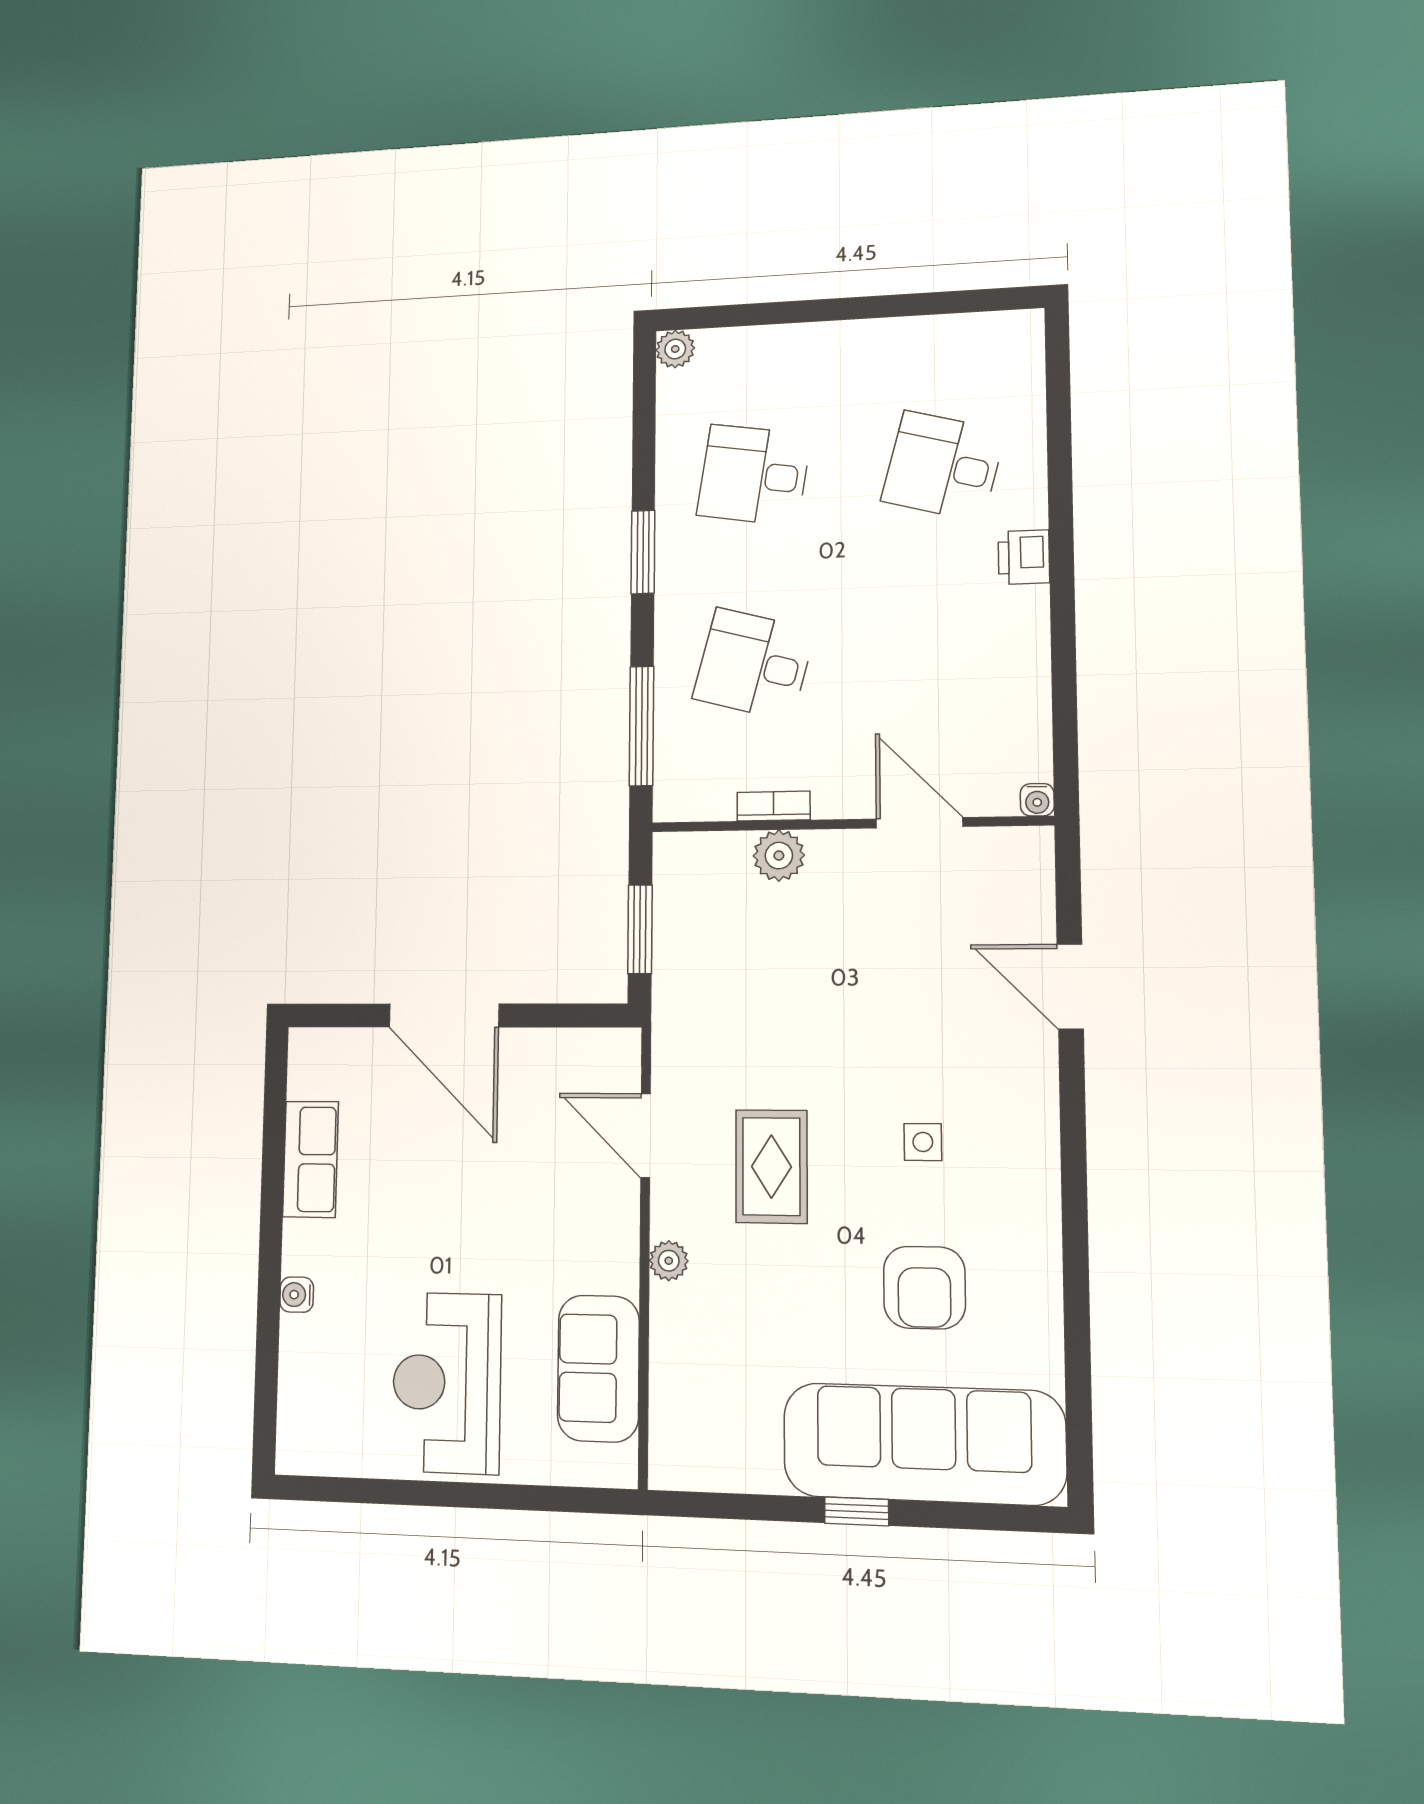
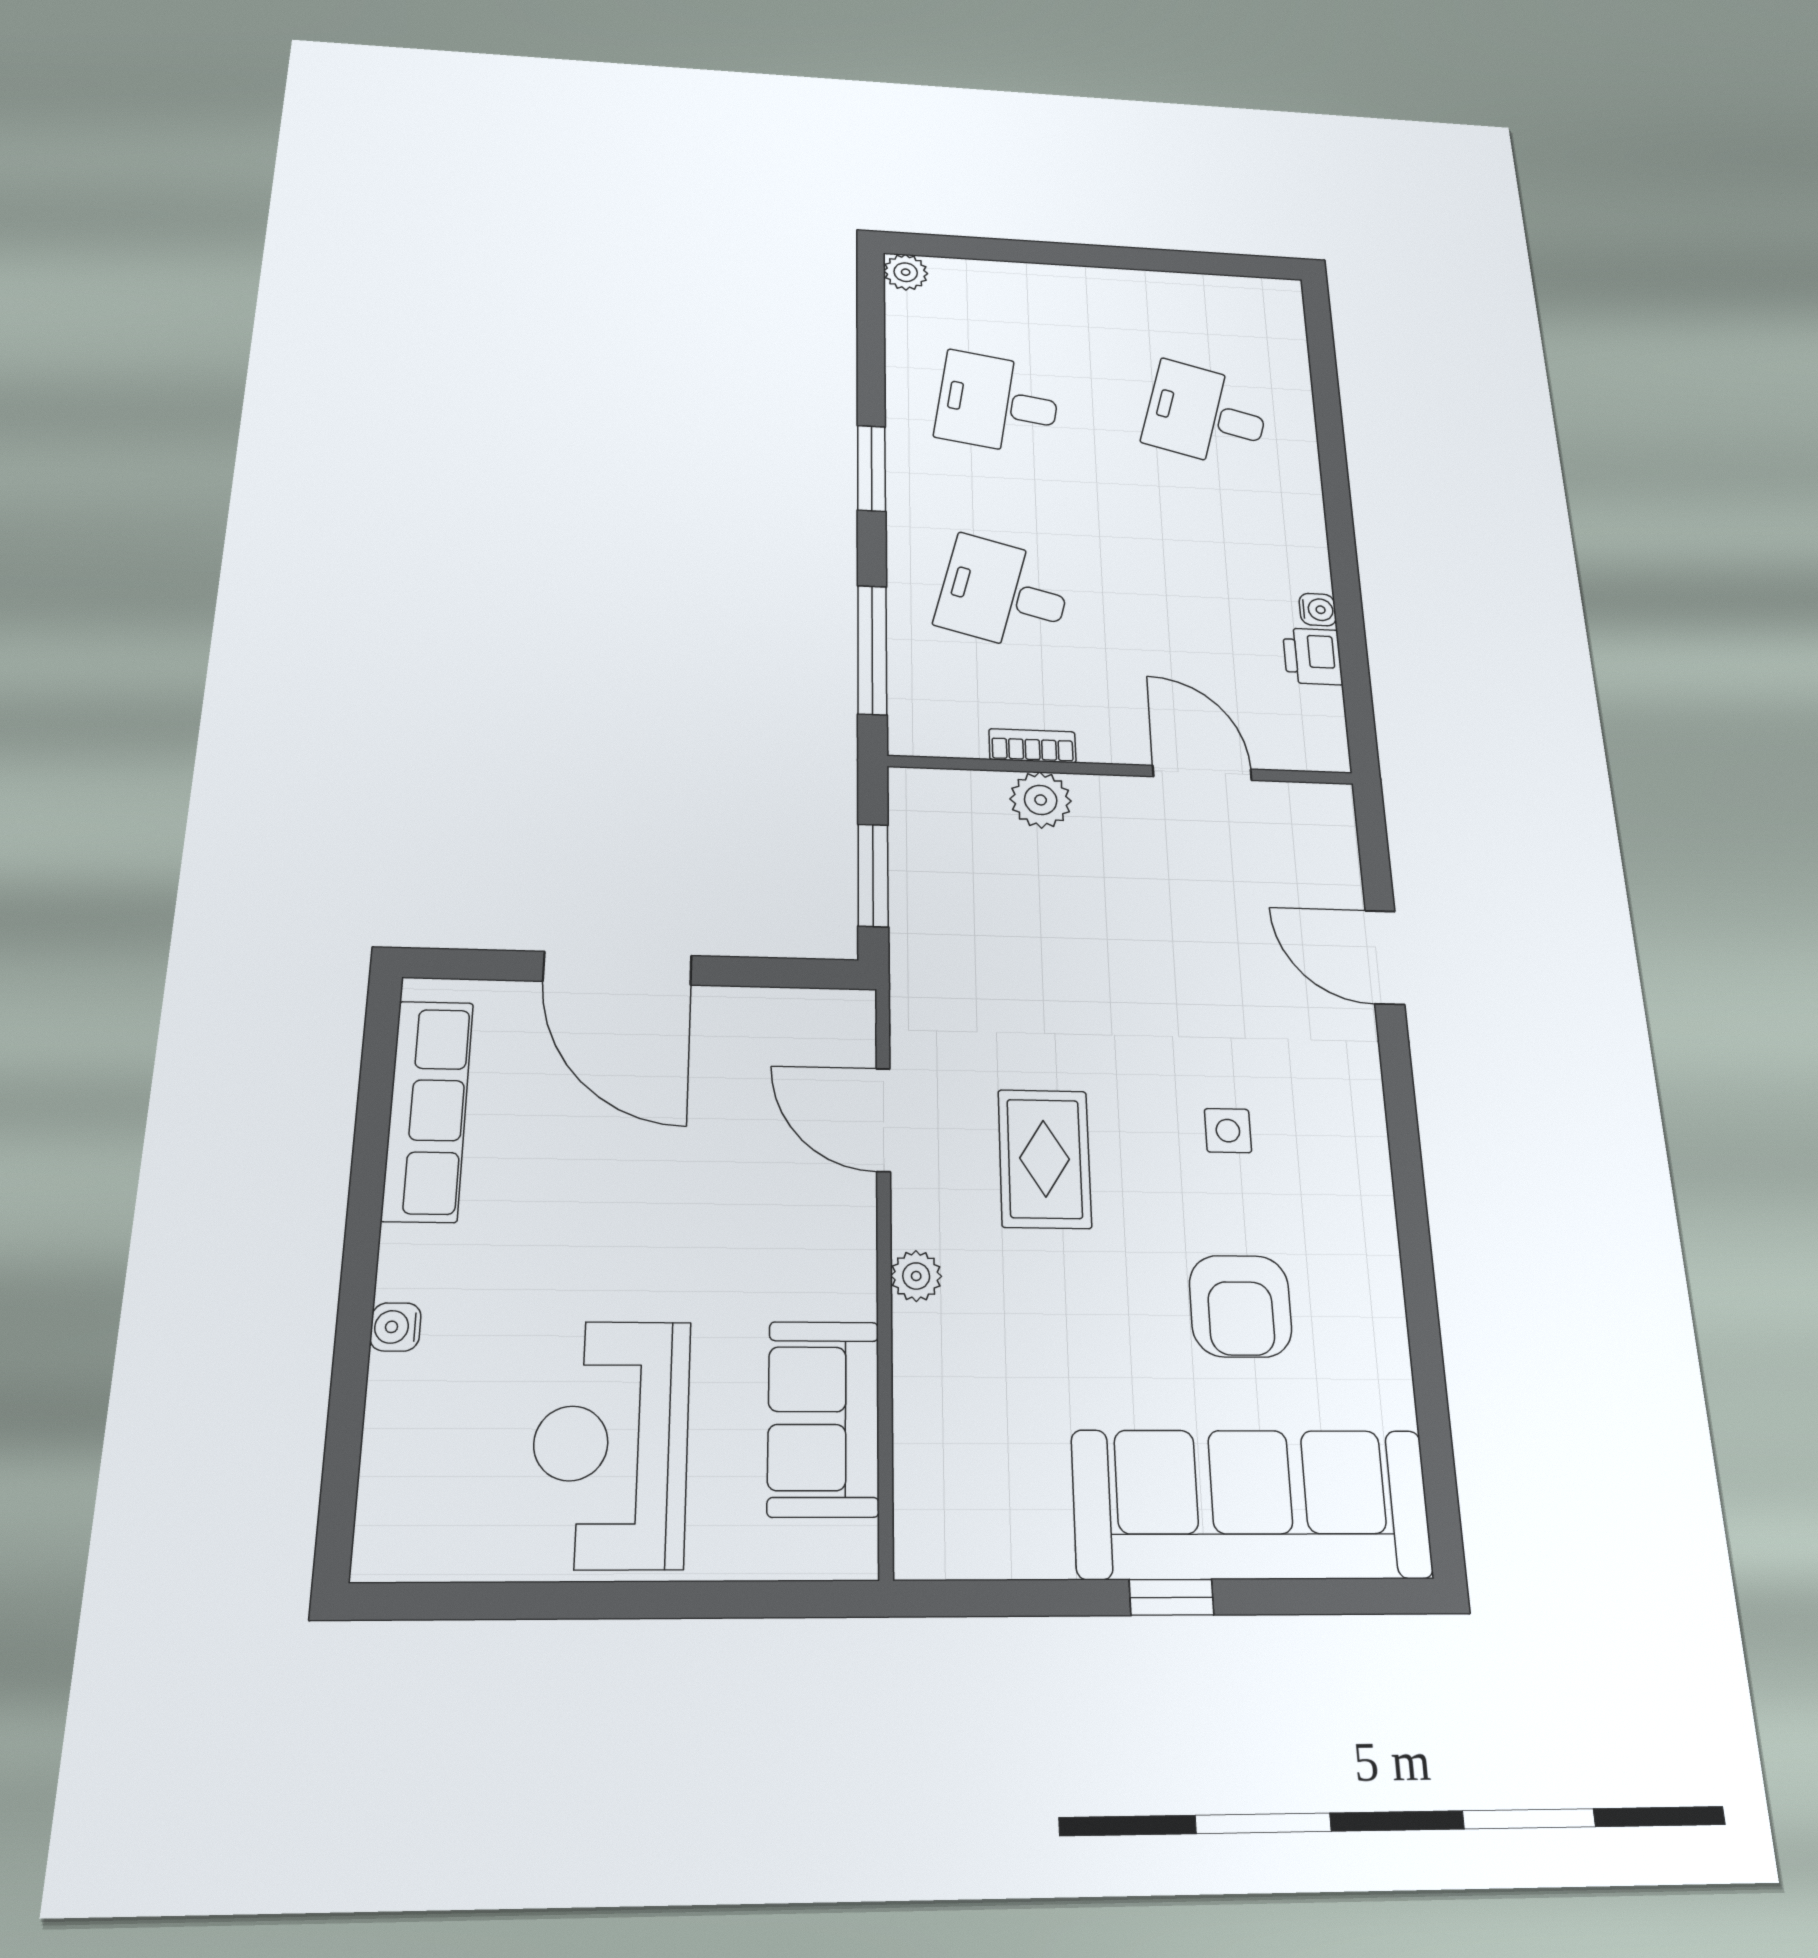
printer: (1024, 557) -> (1313, 656), moved
water cooler: (1037, 800) -> (1318, 610), moved, turned -90
row of seats: (311, 1159) -> (428, 1110), width x1.48

